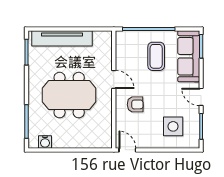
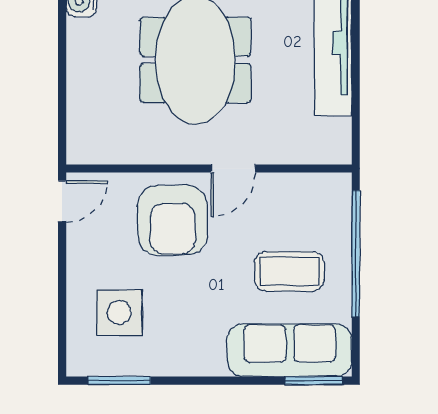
door: (201, 97) -> (191, 381), removed
armchair: (135, 104) -> (173, 220), width x1.88, depth x1.88

